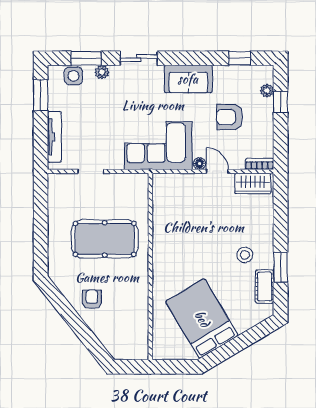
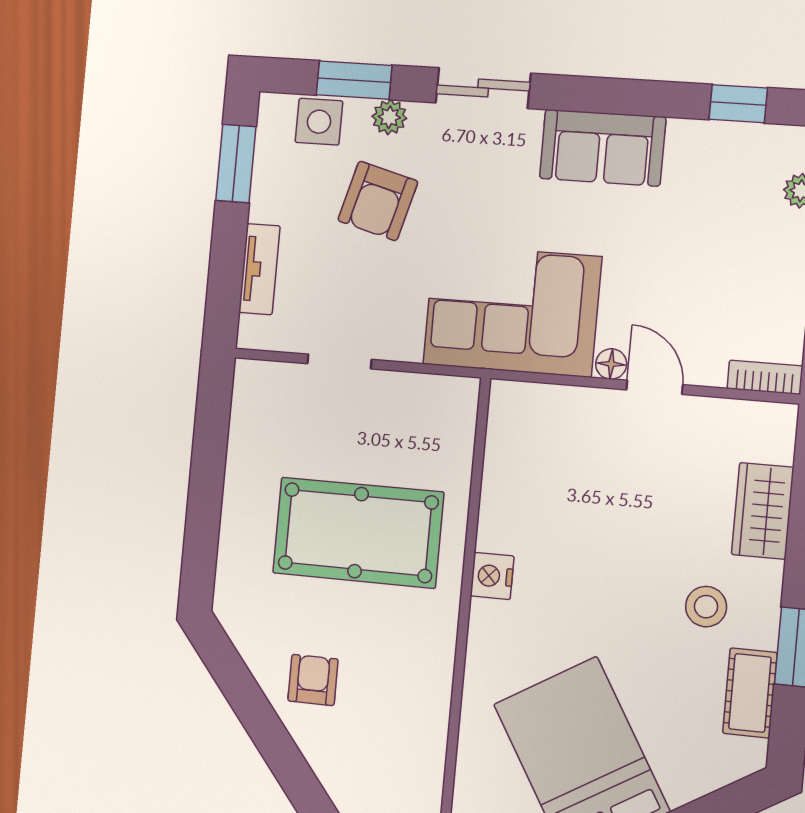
armchair: (230, 117) -> (378, 201), moved, turned -75
tv unit: (54, 137) -> (259, 269), width x0.71
wardrobe: (253, 184) -> (763, 511), moved, turned 90
nightstand: (160, 251) -> (492, 576), added

